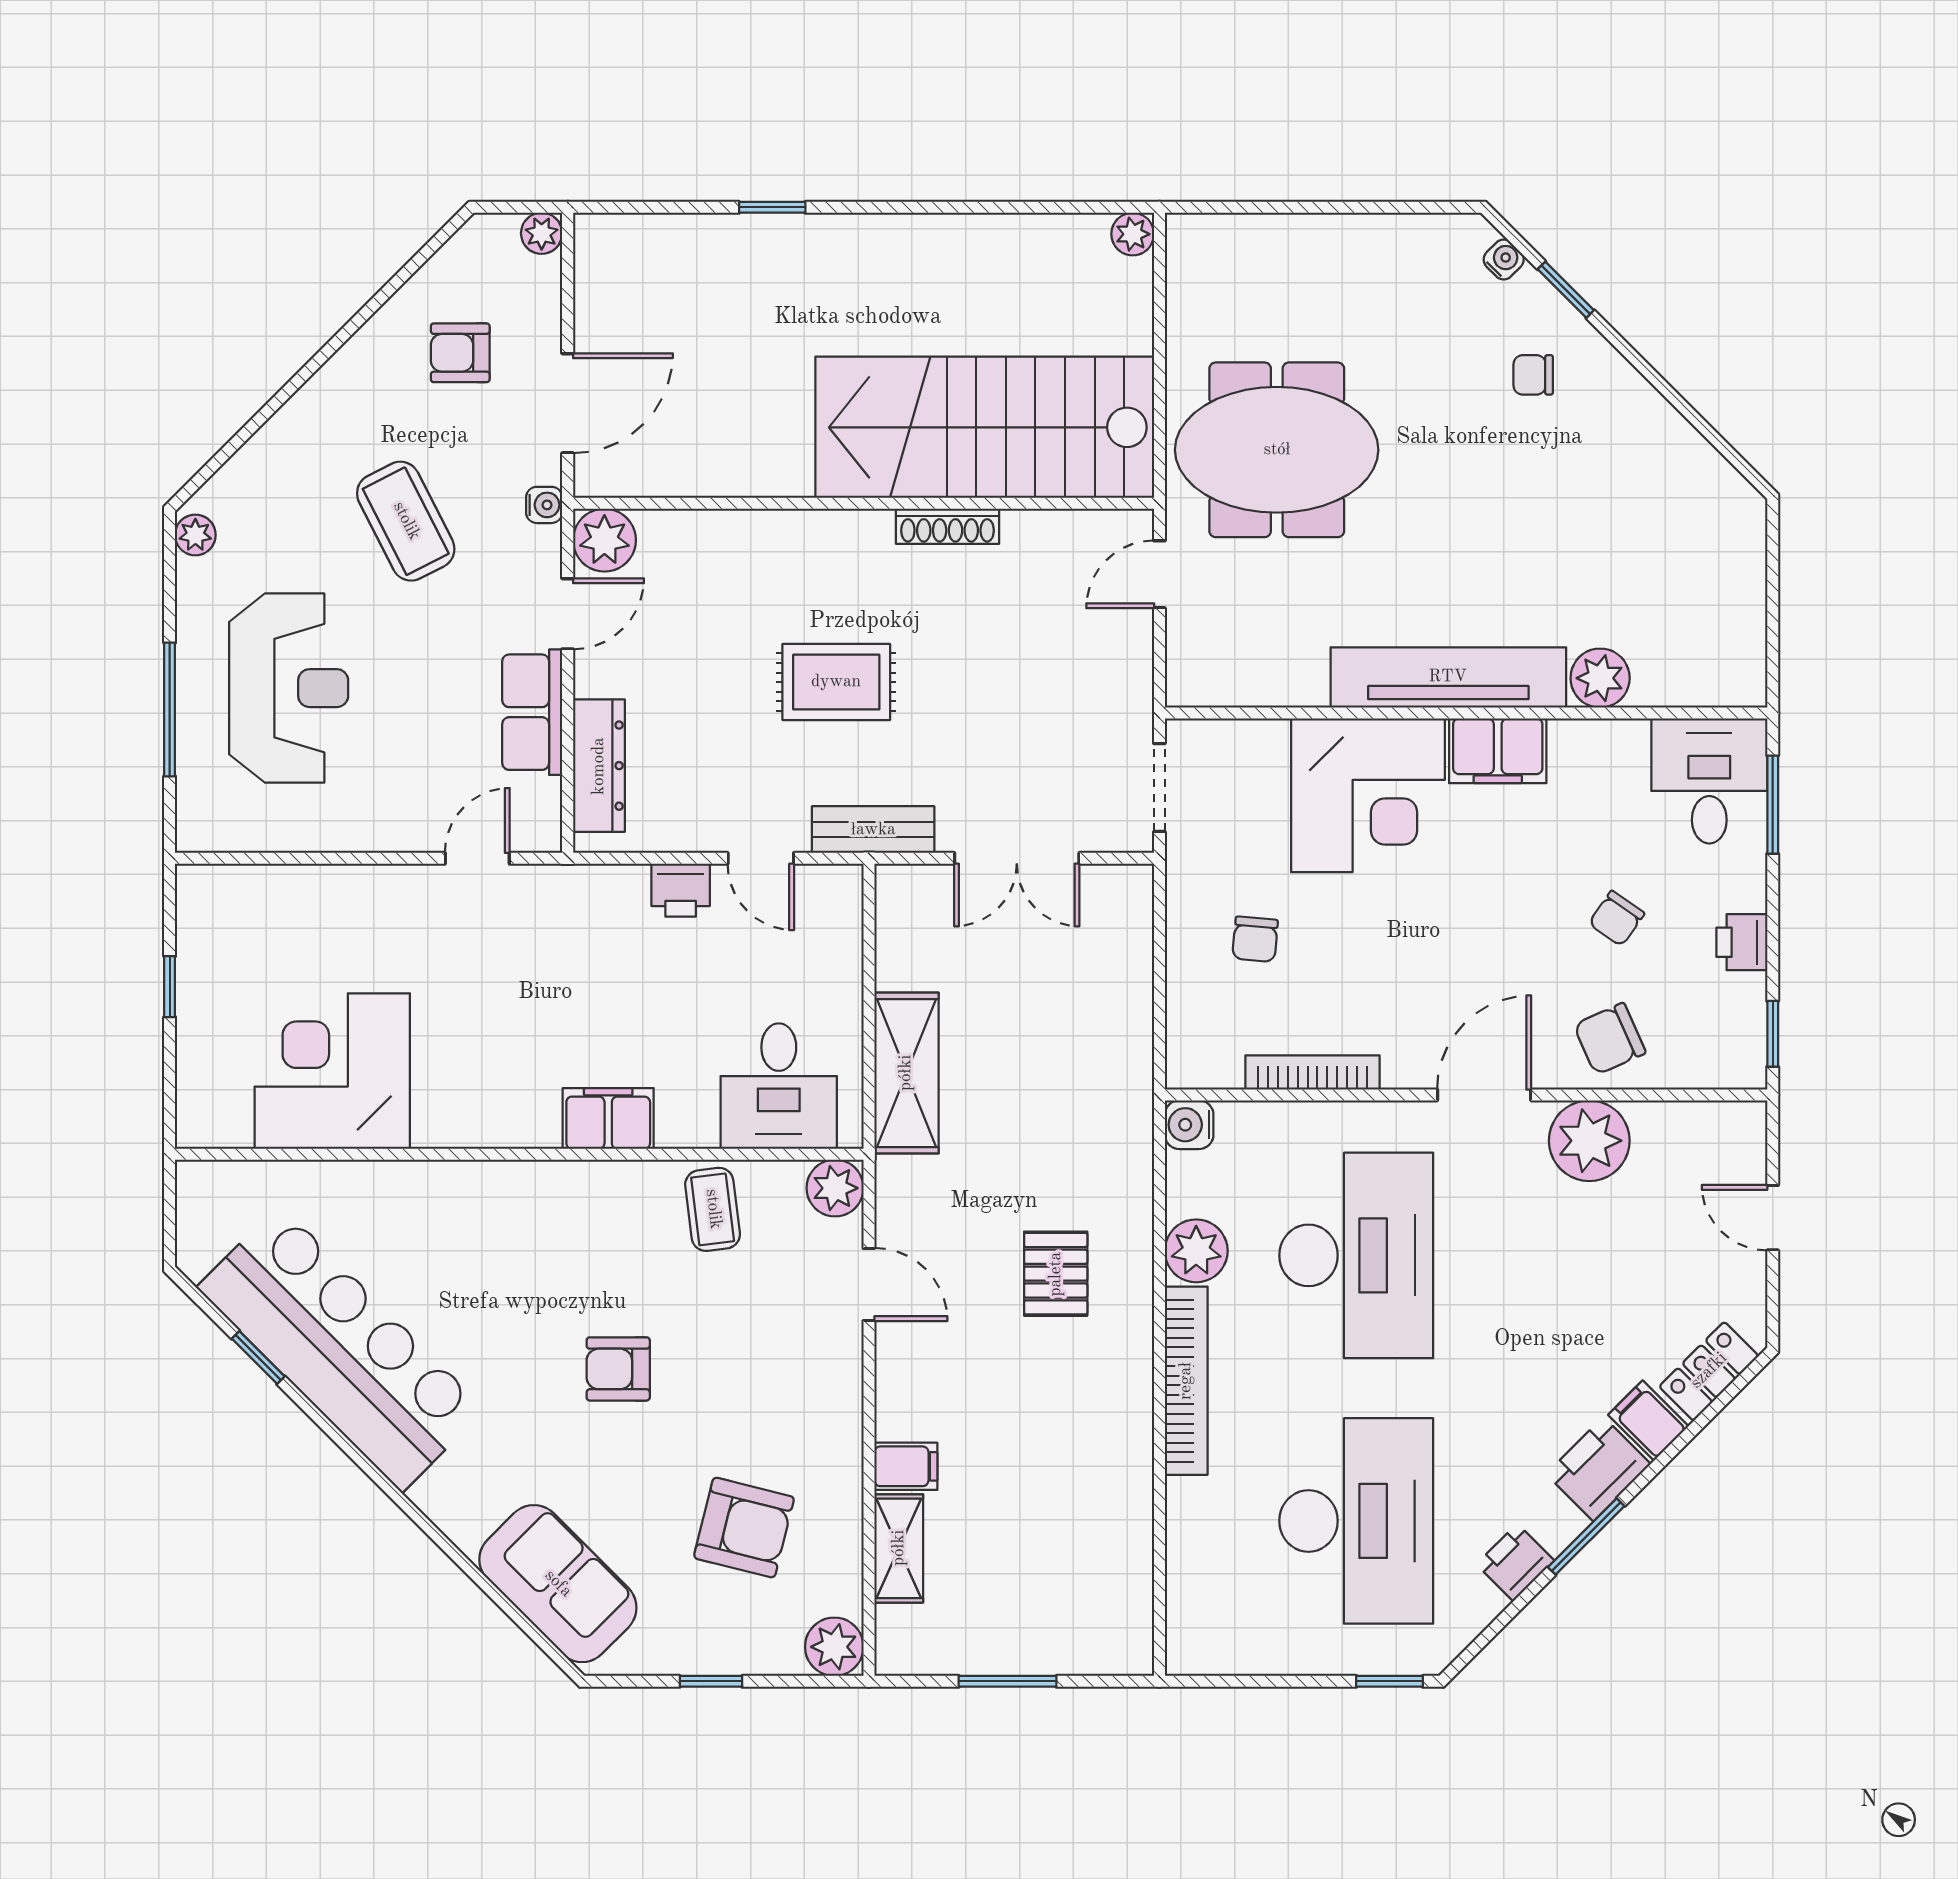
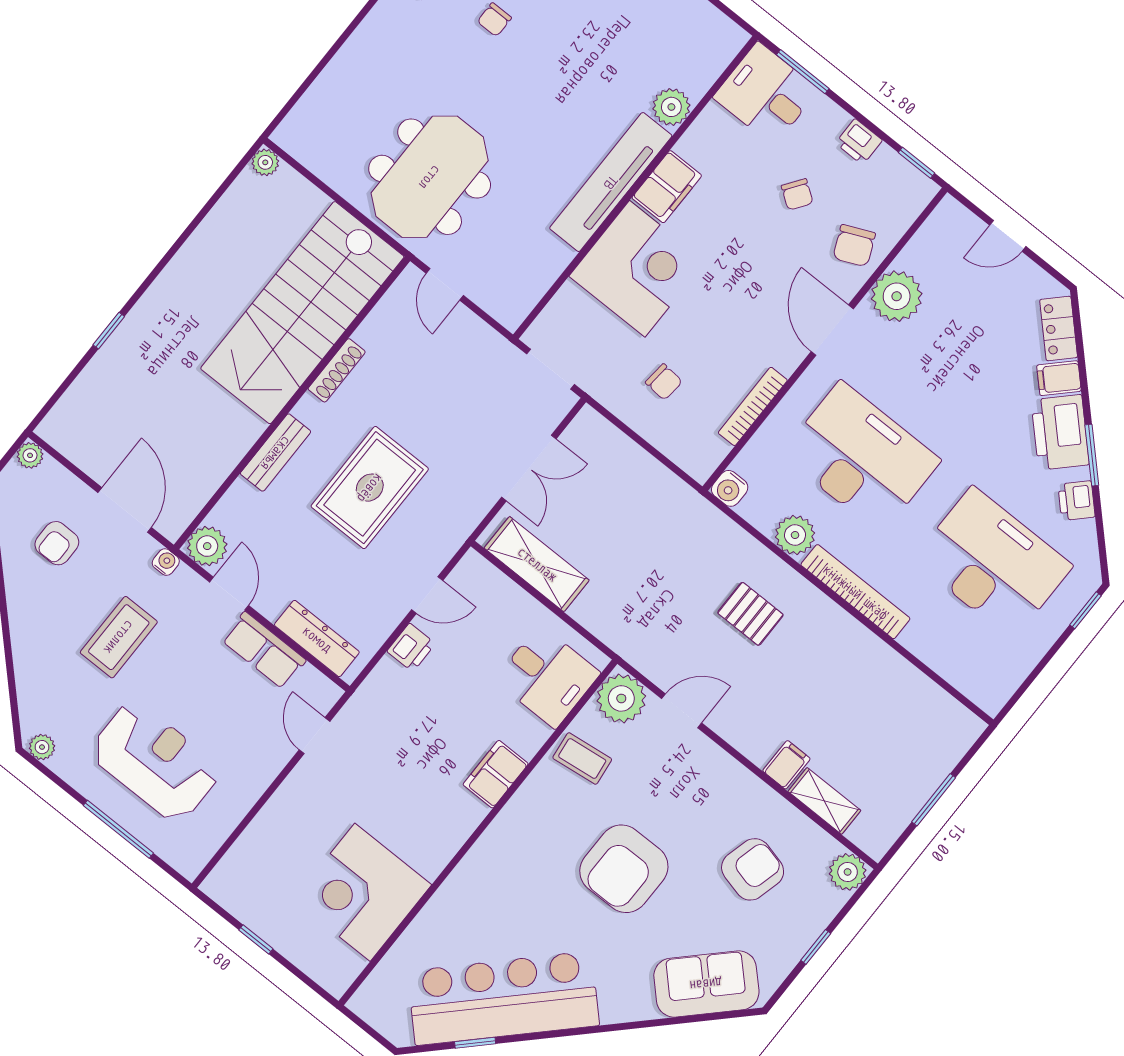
coffee table: (406, 521) -> (119, 637), turned -63
rug: (836, 682) -> (370, 488), width x1.36, depth x1.43
bench: (873, 830) -> (276, 453), moved
shelving: (906, 1073) -> (537, 564), moved
plant: (835, 1188) -> (621, 698), width x1.36, depth x1.36
armchair: (618, 1369) -> (624, 869), width x1.88, depth x1.88
printer: (1598, 1469) -> (1060, 432), width x1.37, depth x1.19

